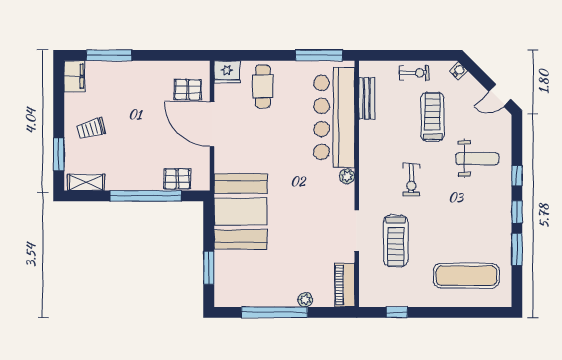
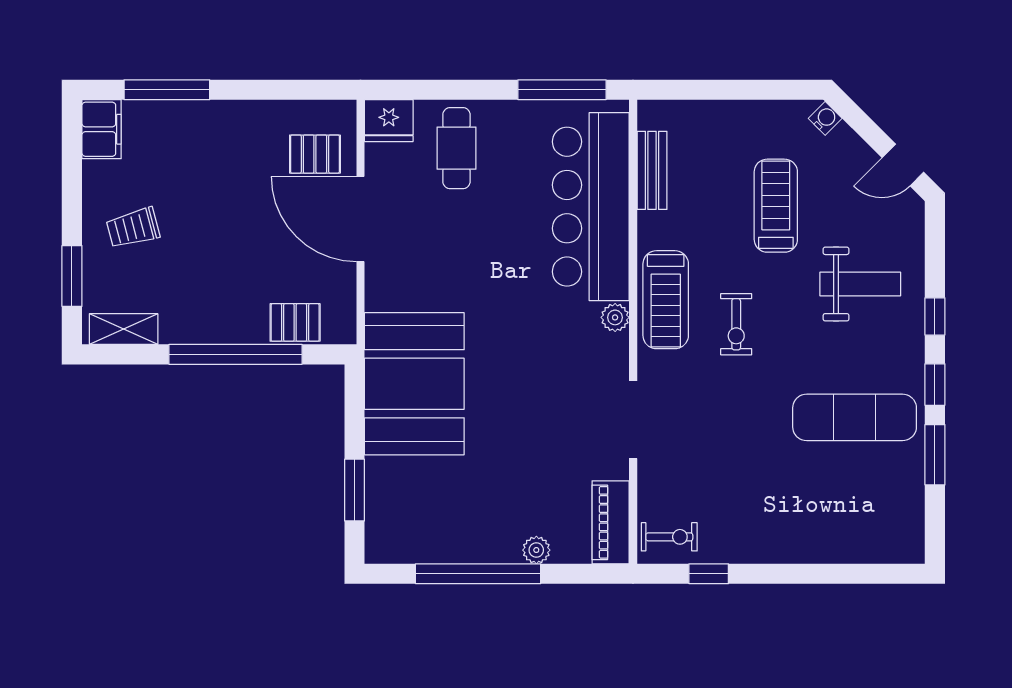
exercise bike: (414, 73) -> (669, 537), moved
treadmill: (396, 241) -> (666, 300), moved
exercise mat: (466, 276) -> (855, 417), moved

